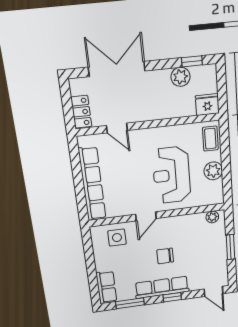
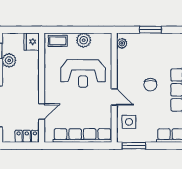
window: (88, 247) -> (134, 146), added

